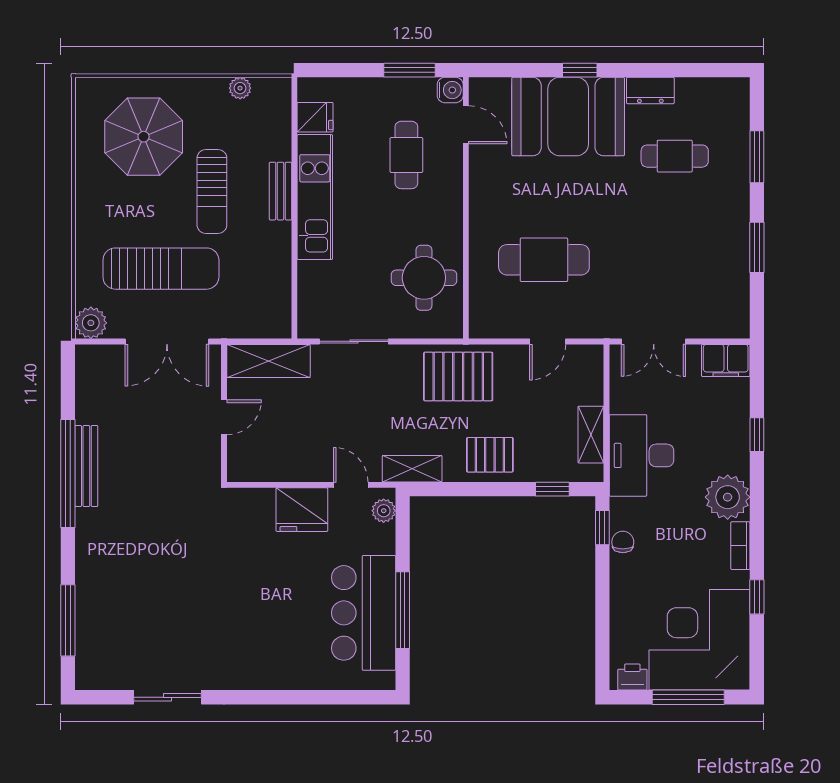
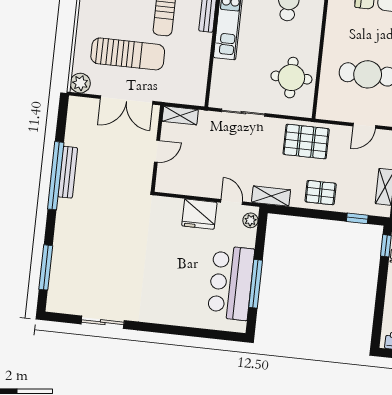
shelving: (268, 361) -> (180, 115), width x0.67, depth x0.75

